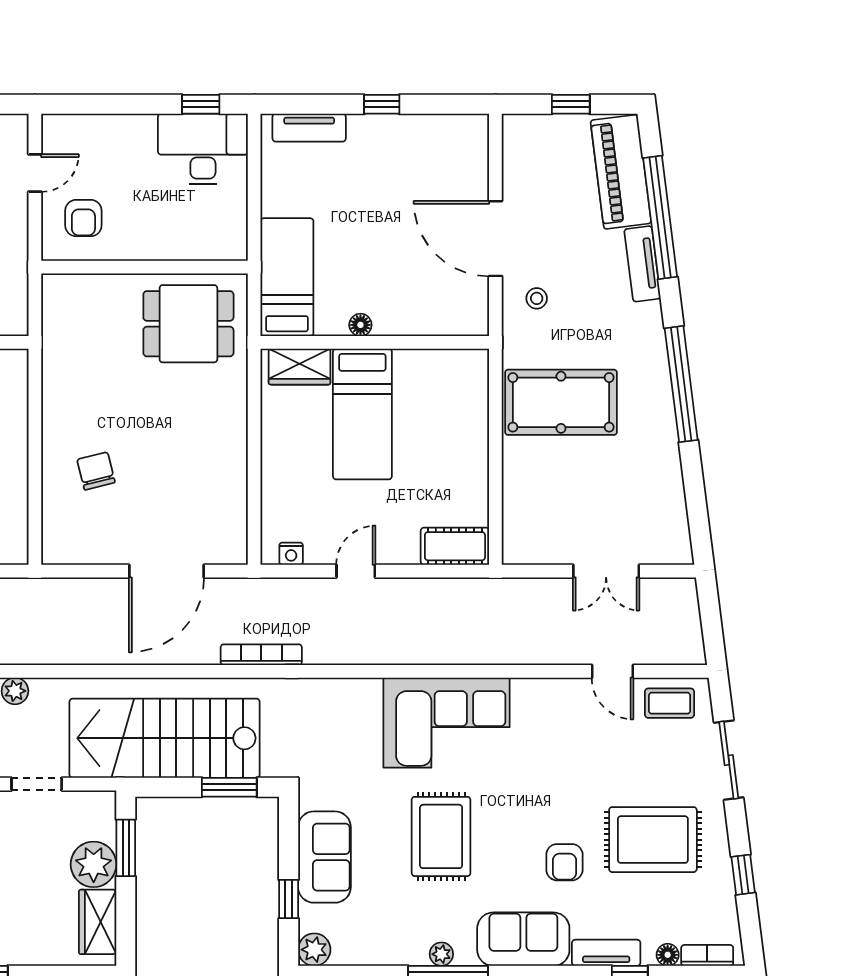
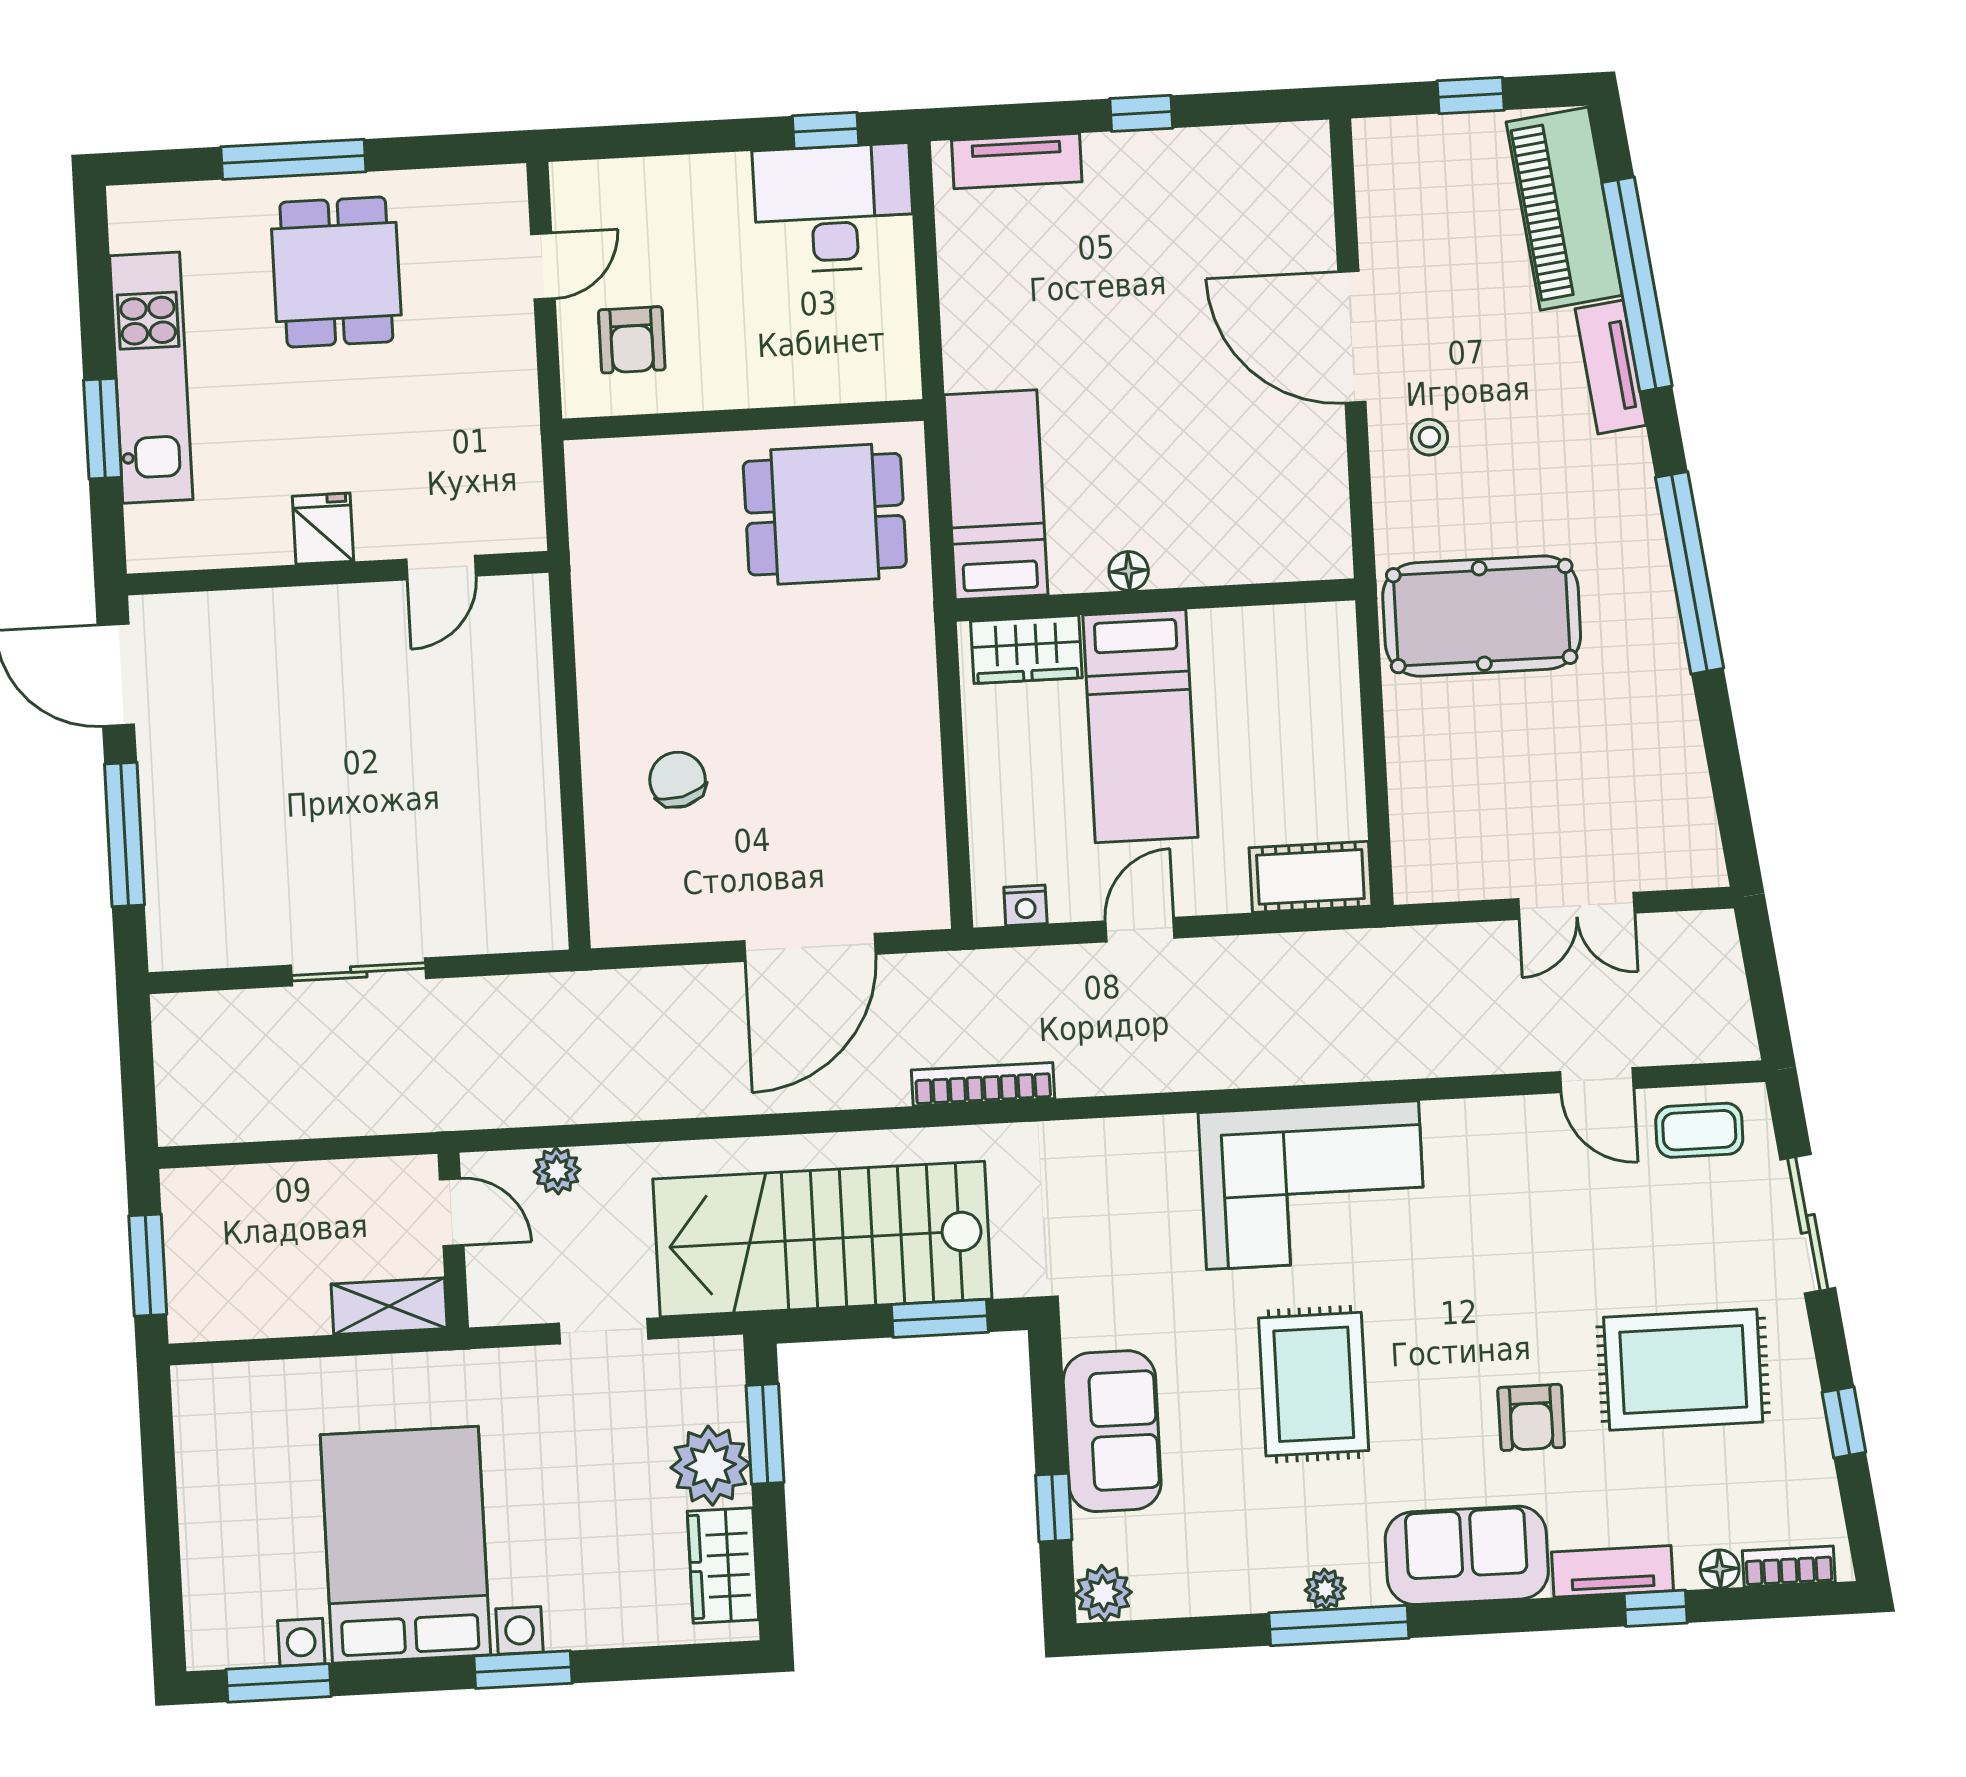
bed: (287, 277) -> (996, 495), moved
floor lamp: (360, 325) -> (1129, 571), moved
wall: (375, 342) -> (1155, 600), moved
wardrobe: (300, 367) -> (1026, 649), moved
bed: (362, 414) -> (1140, 726), moved

